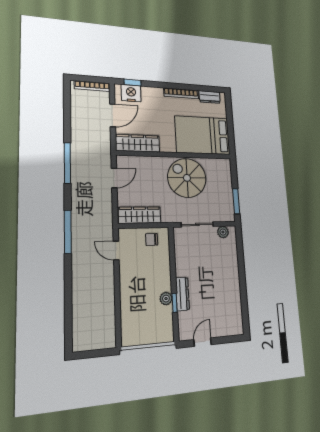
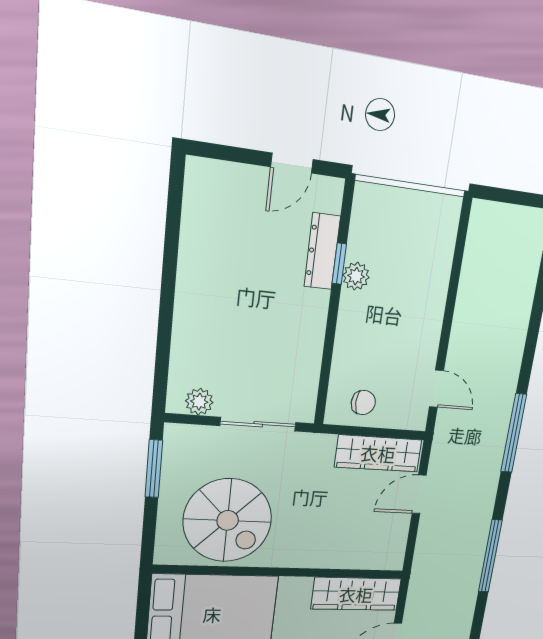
door: (114, 178) -> (419, 494), moved
spiral stairs: (187, 178) -> (228, 520), moved
dresser: (182, 294) -> (322, 251), moved

